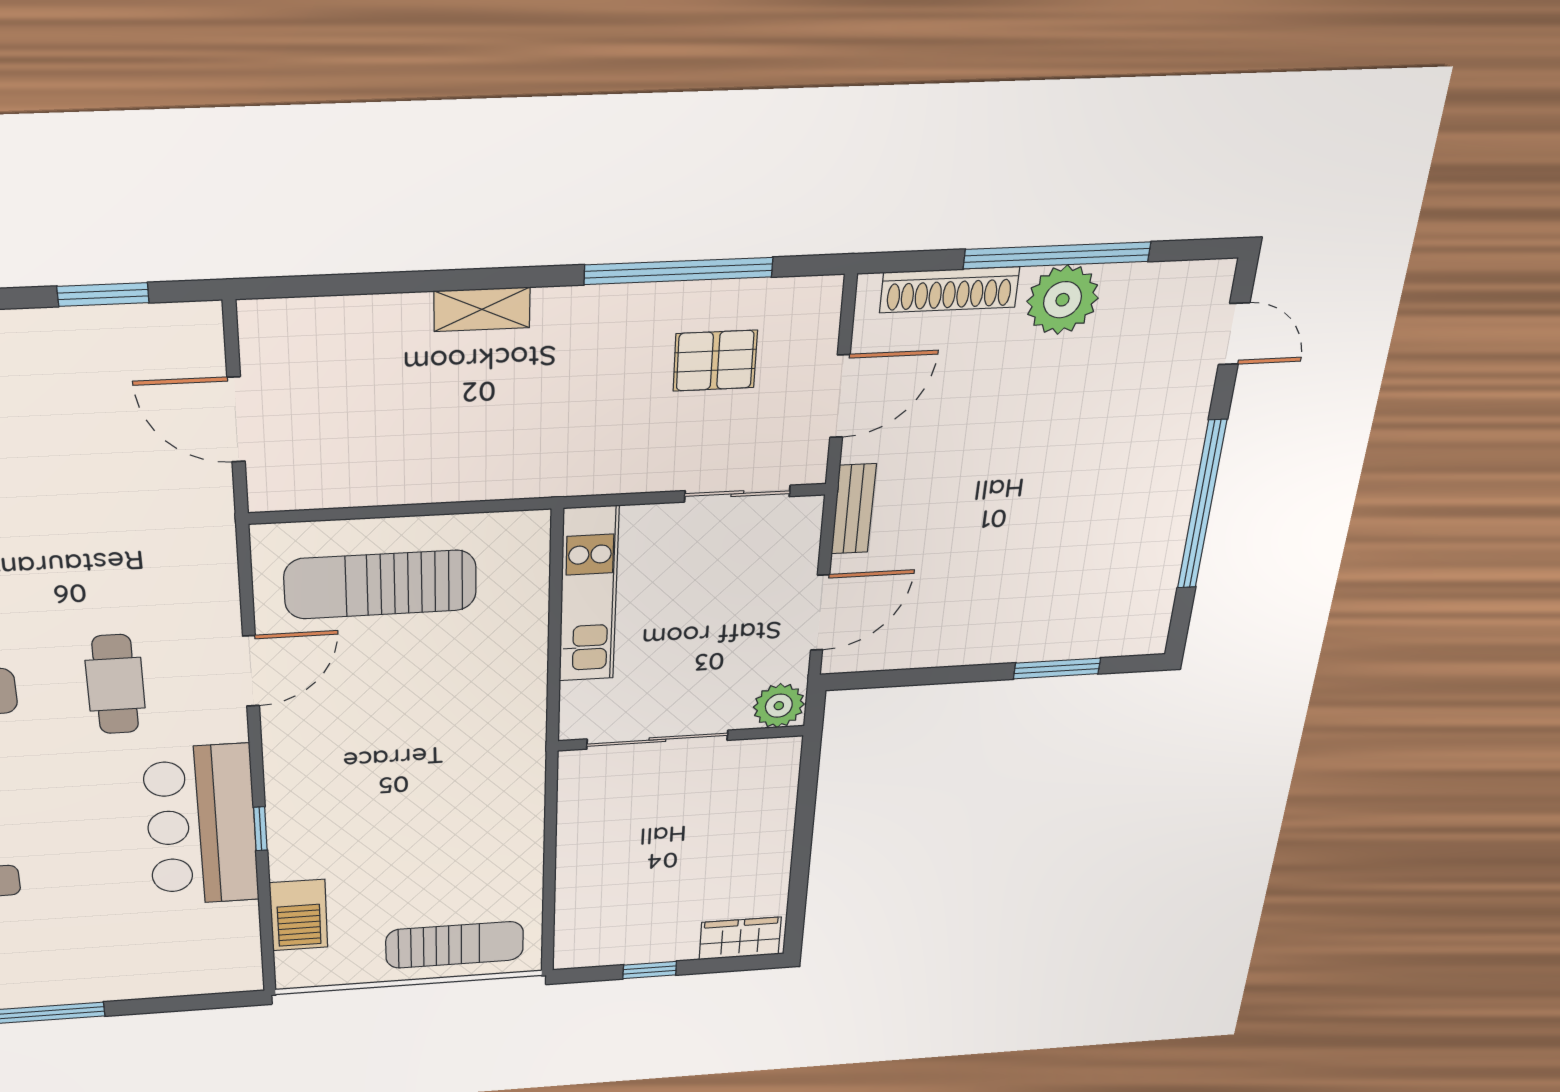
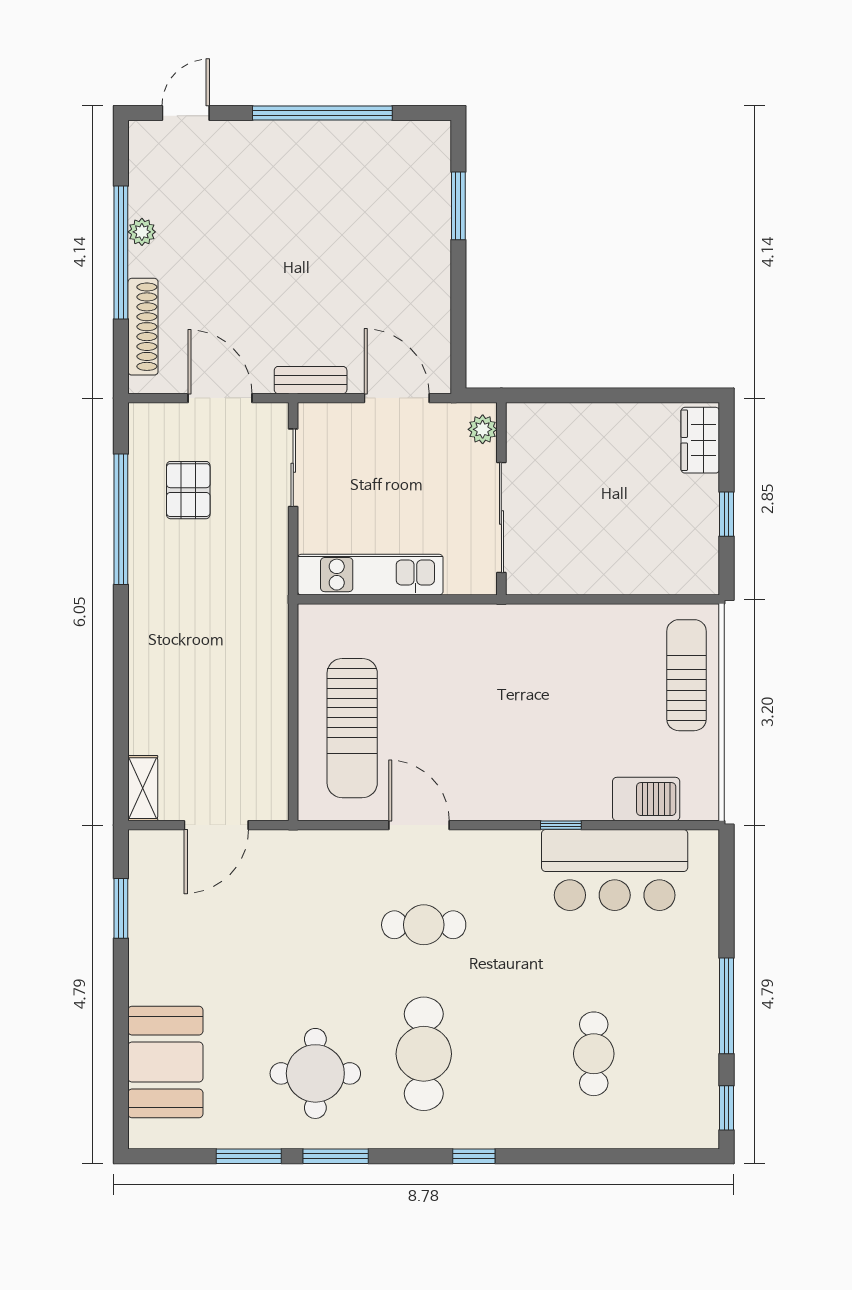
plant: (1063, 300) -> (142, 232), width x0.53, depth x0.53
shelving: (482, 309) -> (143, 788), moved
plant: (779, 706) -> (483, 429), width x0.73, depth x0.73
bar counter: (201, 826) -> (615, 870), moved

